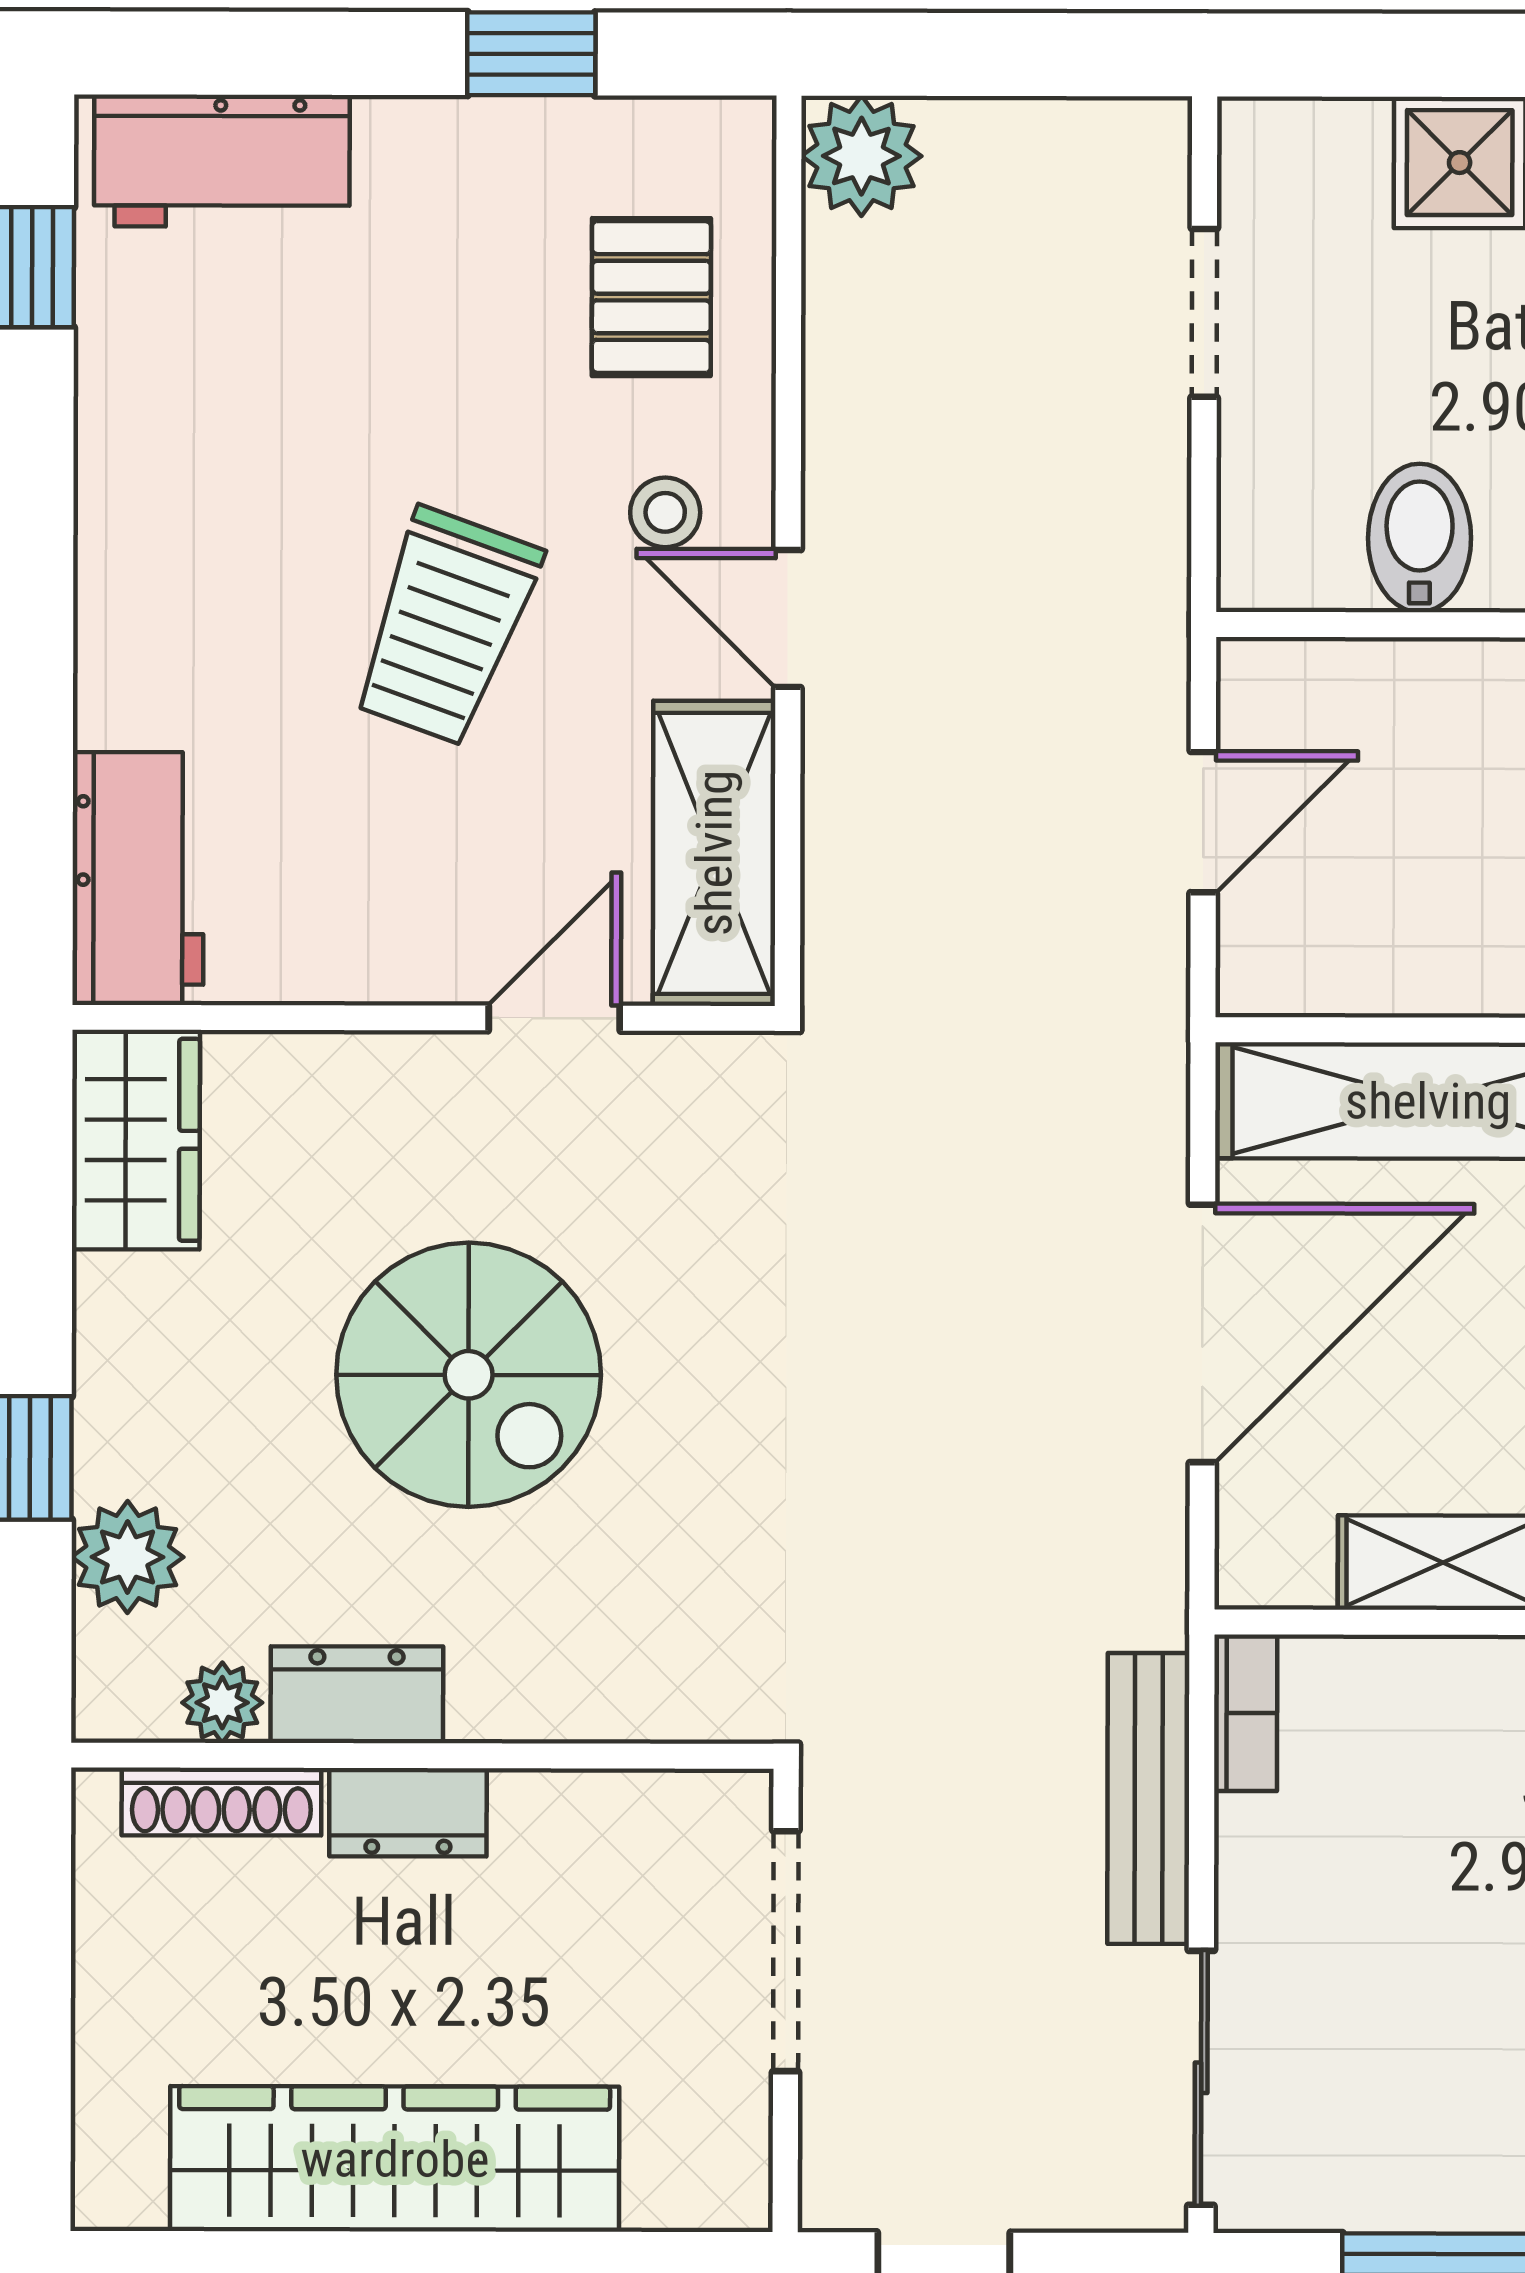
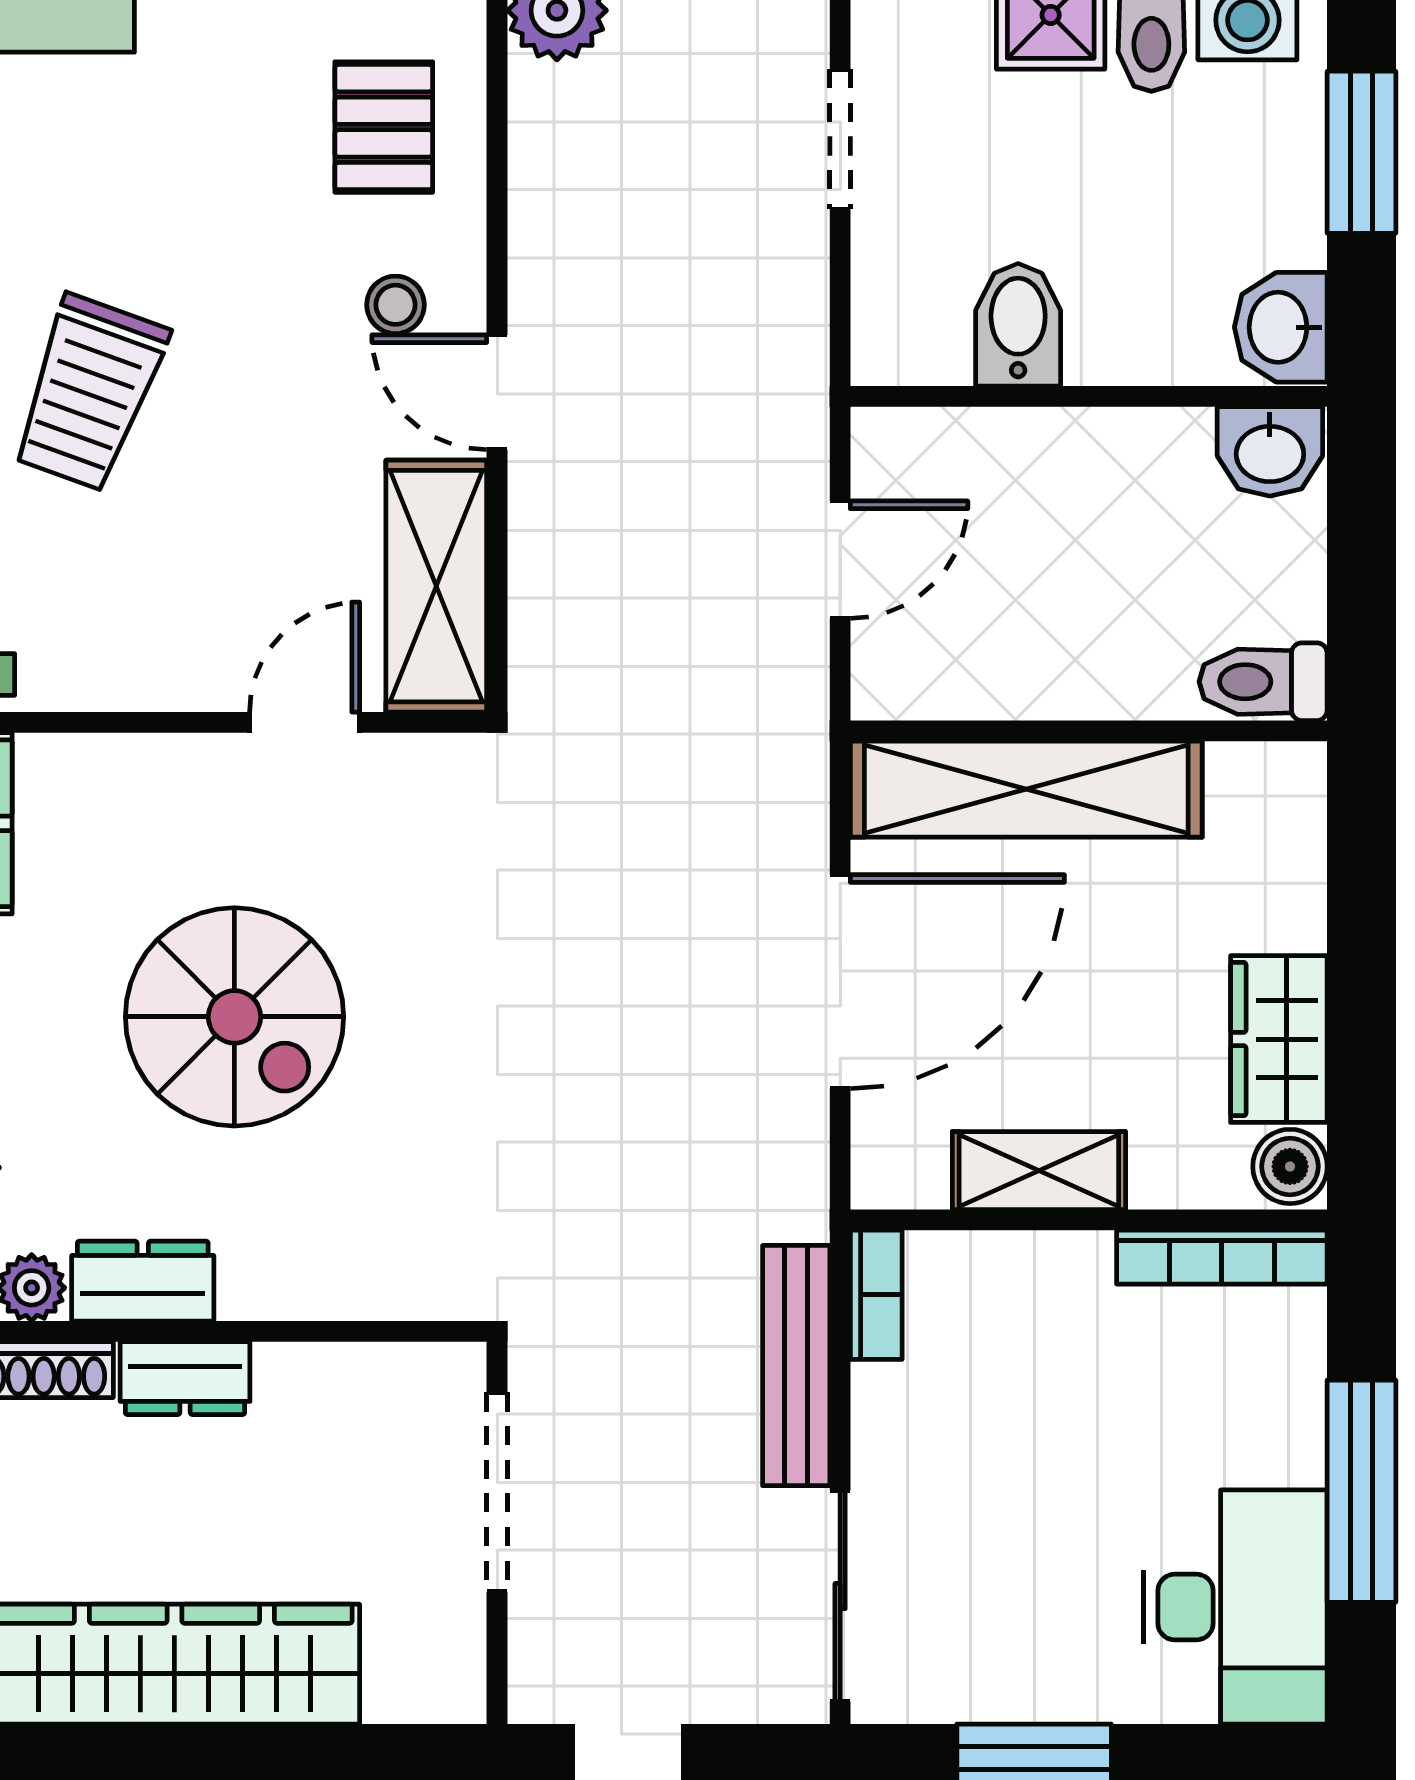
trolley: (446, 627) -> (89, 393), moved

